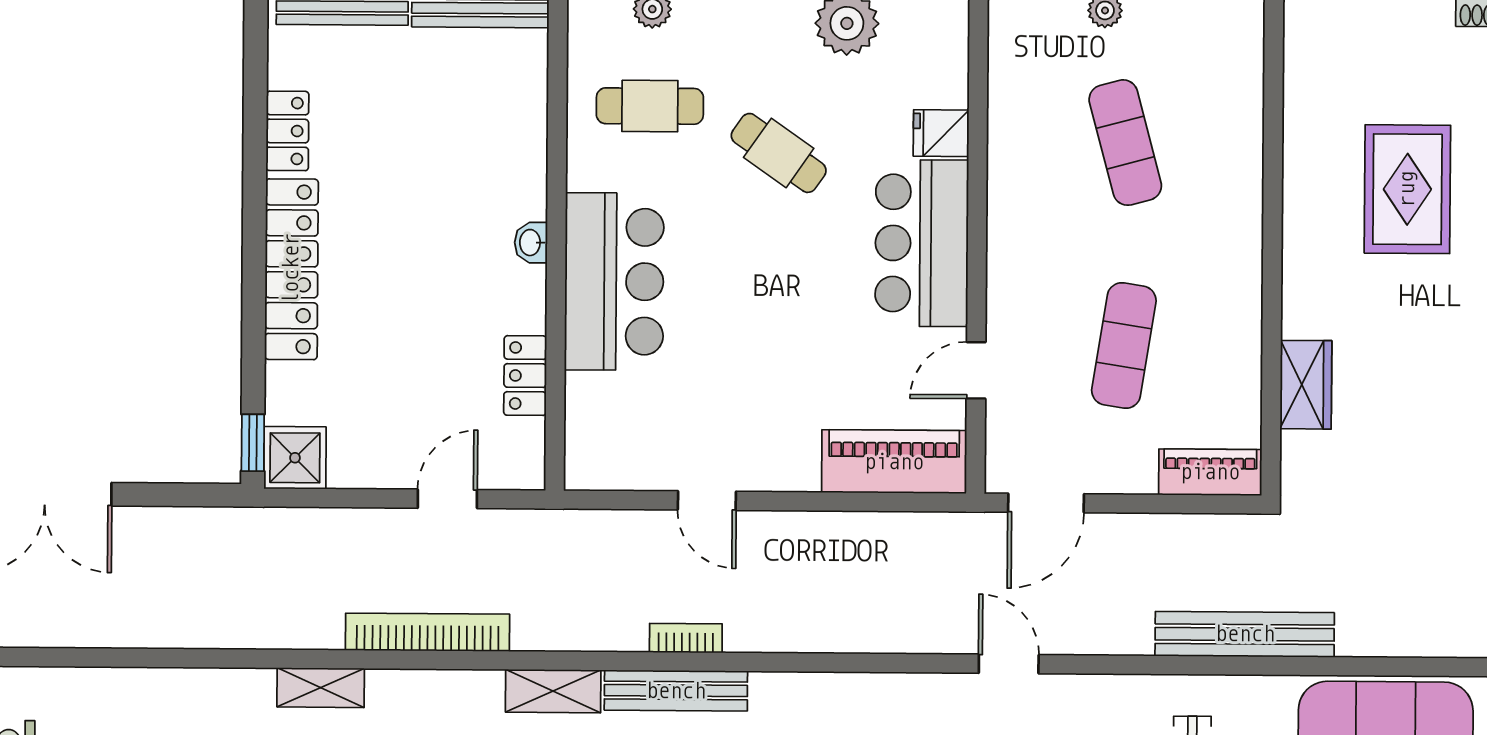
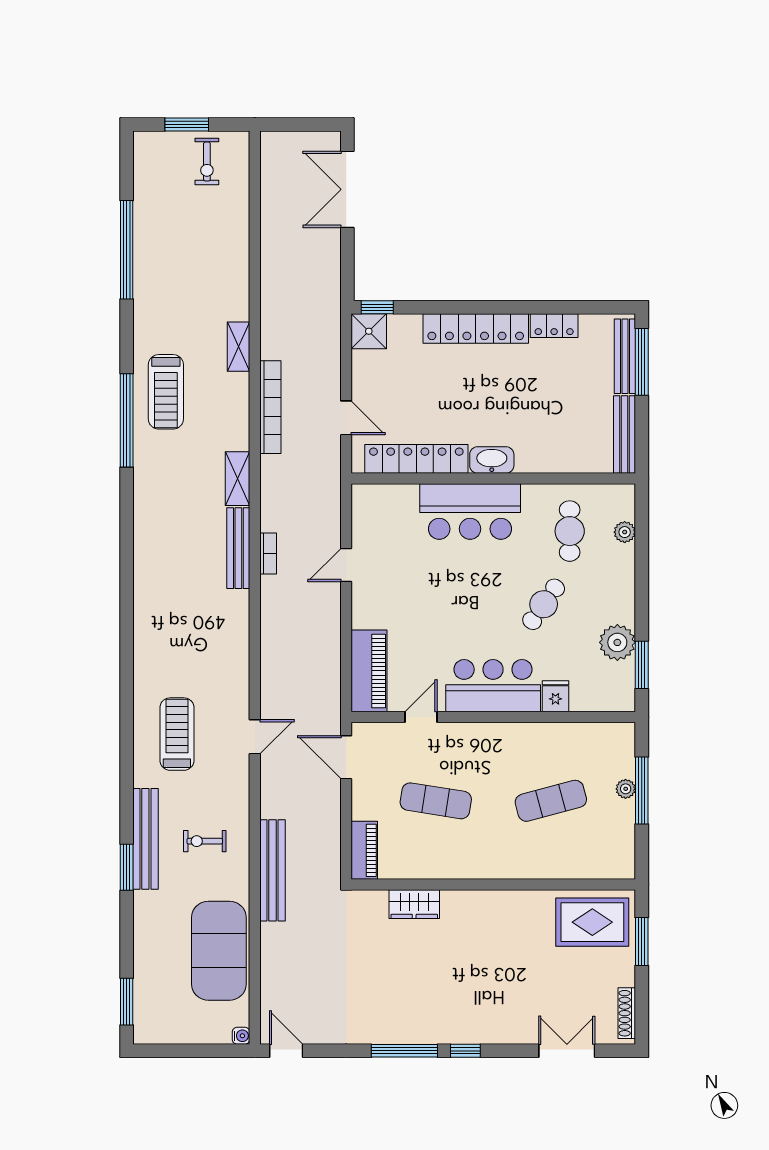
rug: (1407, 189) -> (592, 922), moved
washbasin: (531, 243) -> (492, 460), width x1.91, depth x1.45
door: (976, 370) -> (421, 717), hinge flipped
locker: (525, 376) -> (416, 459), width x2.16, depth x1.21

